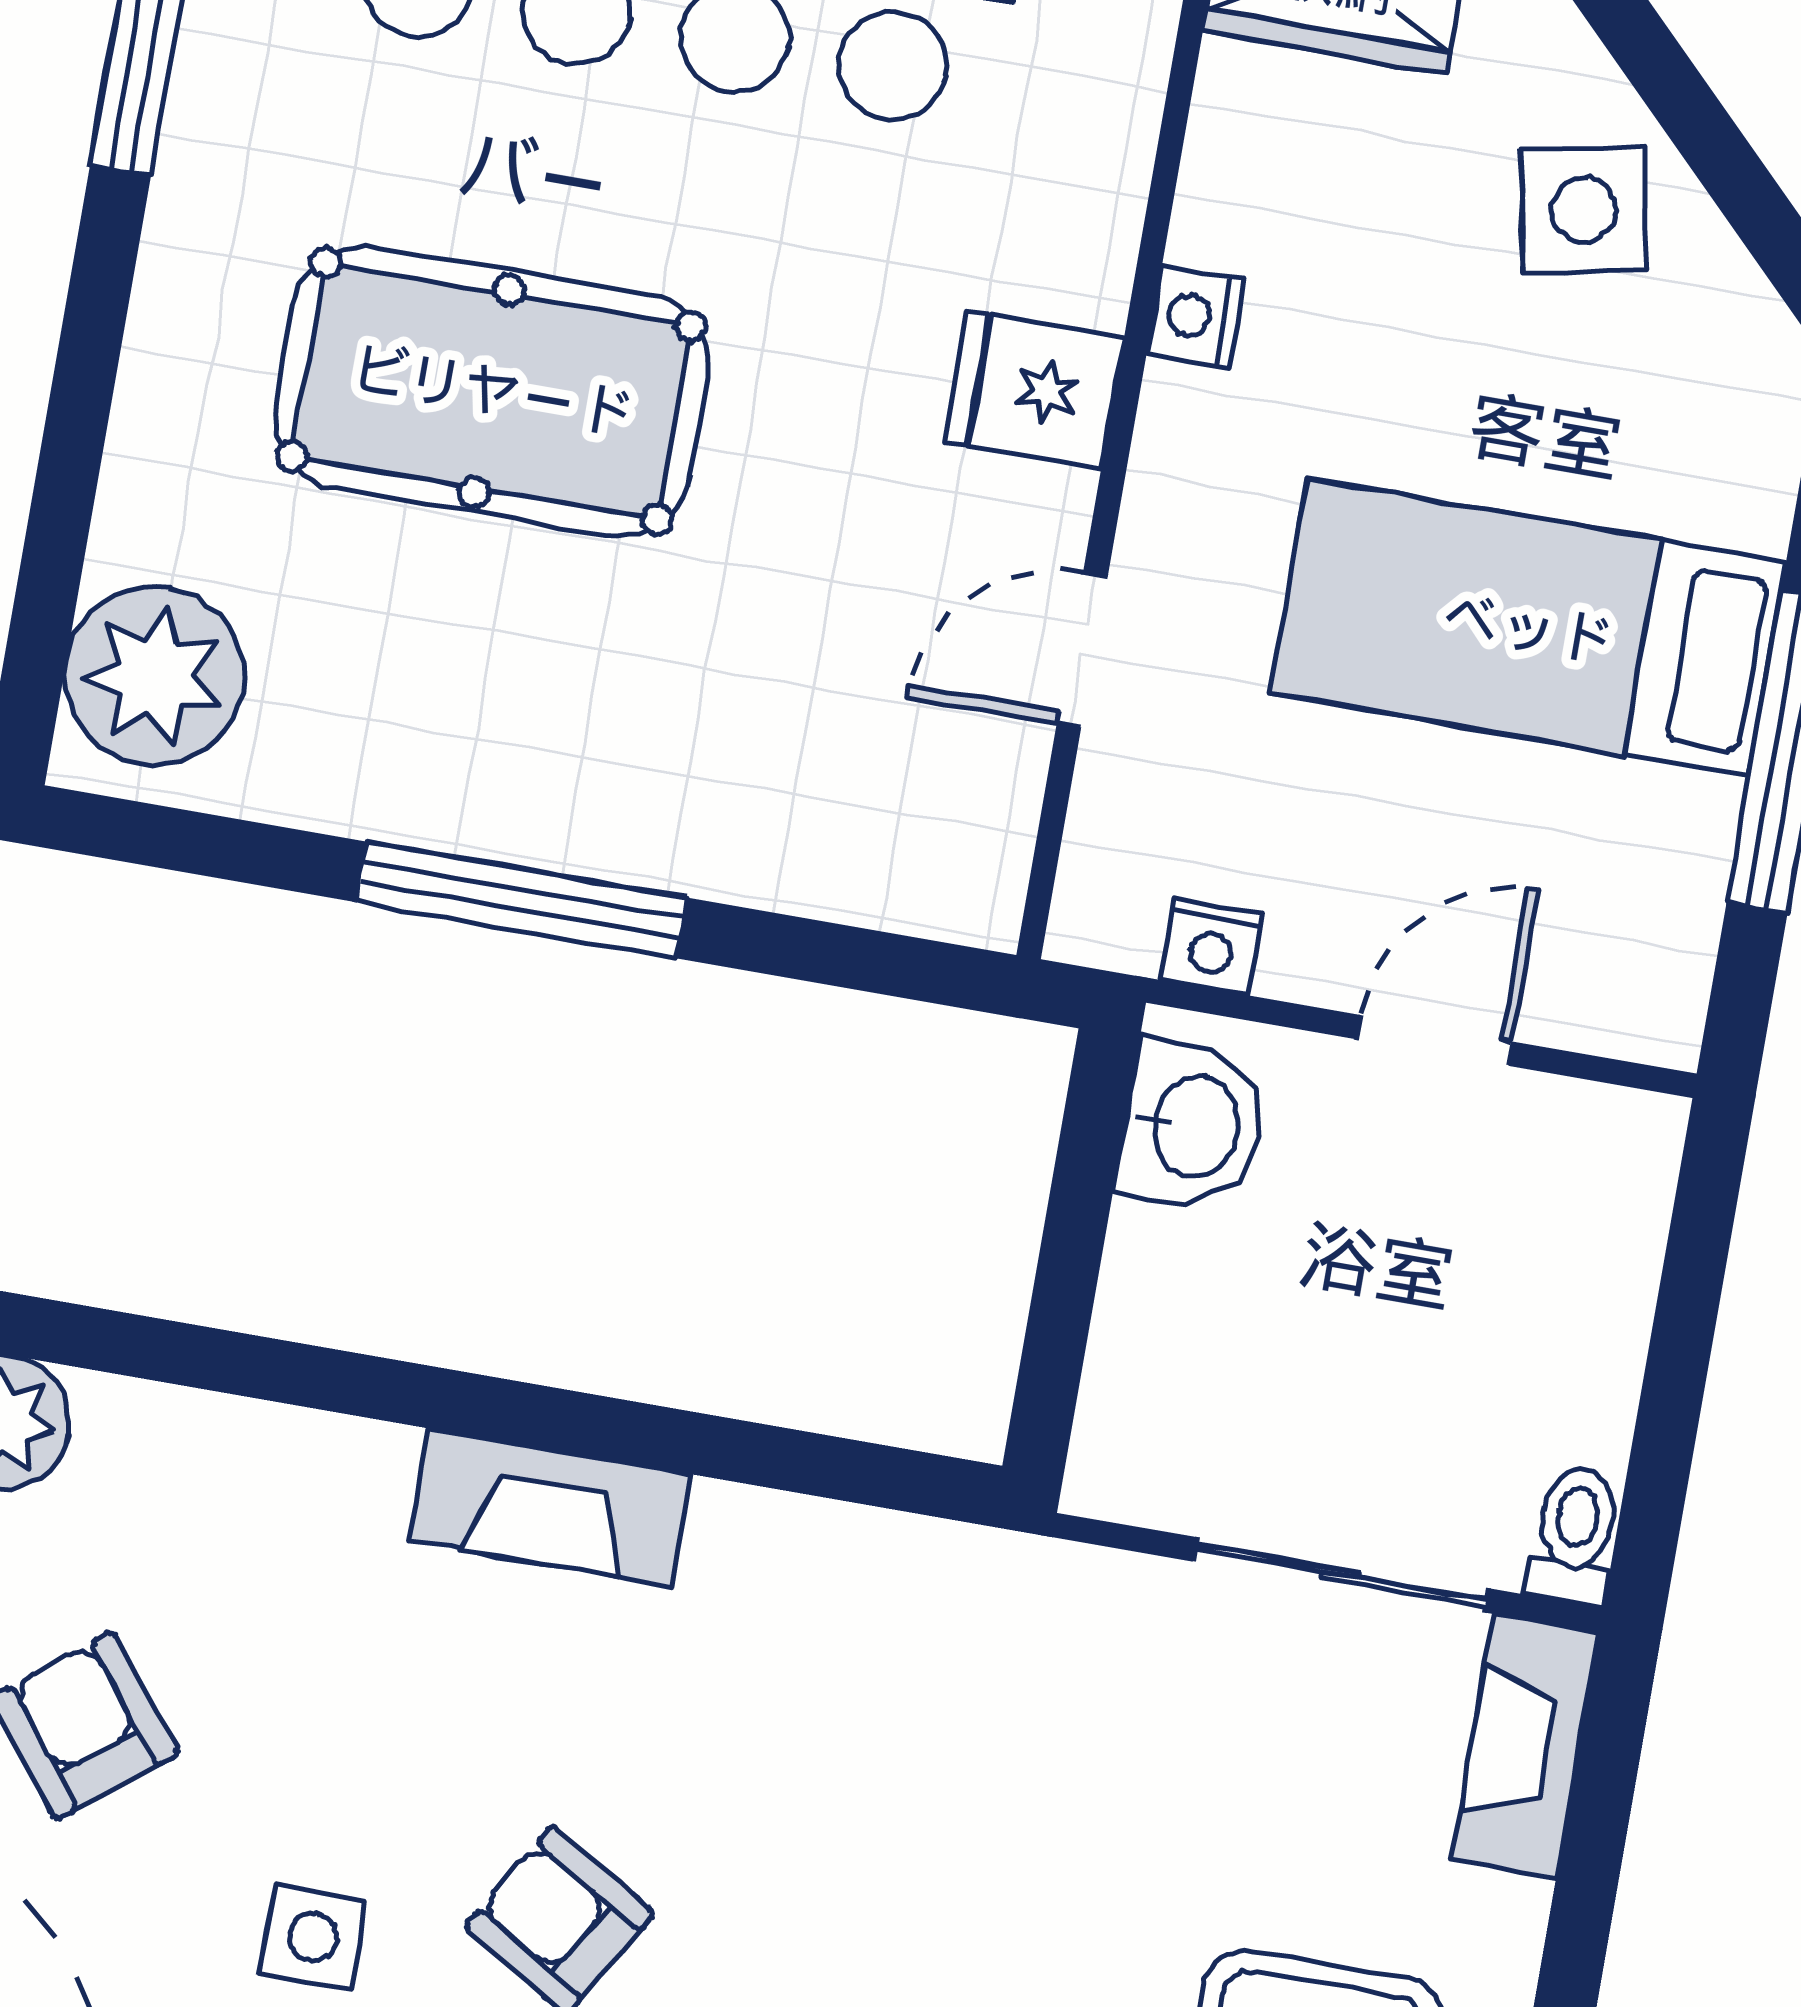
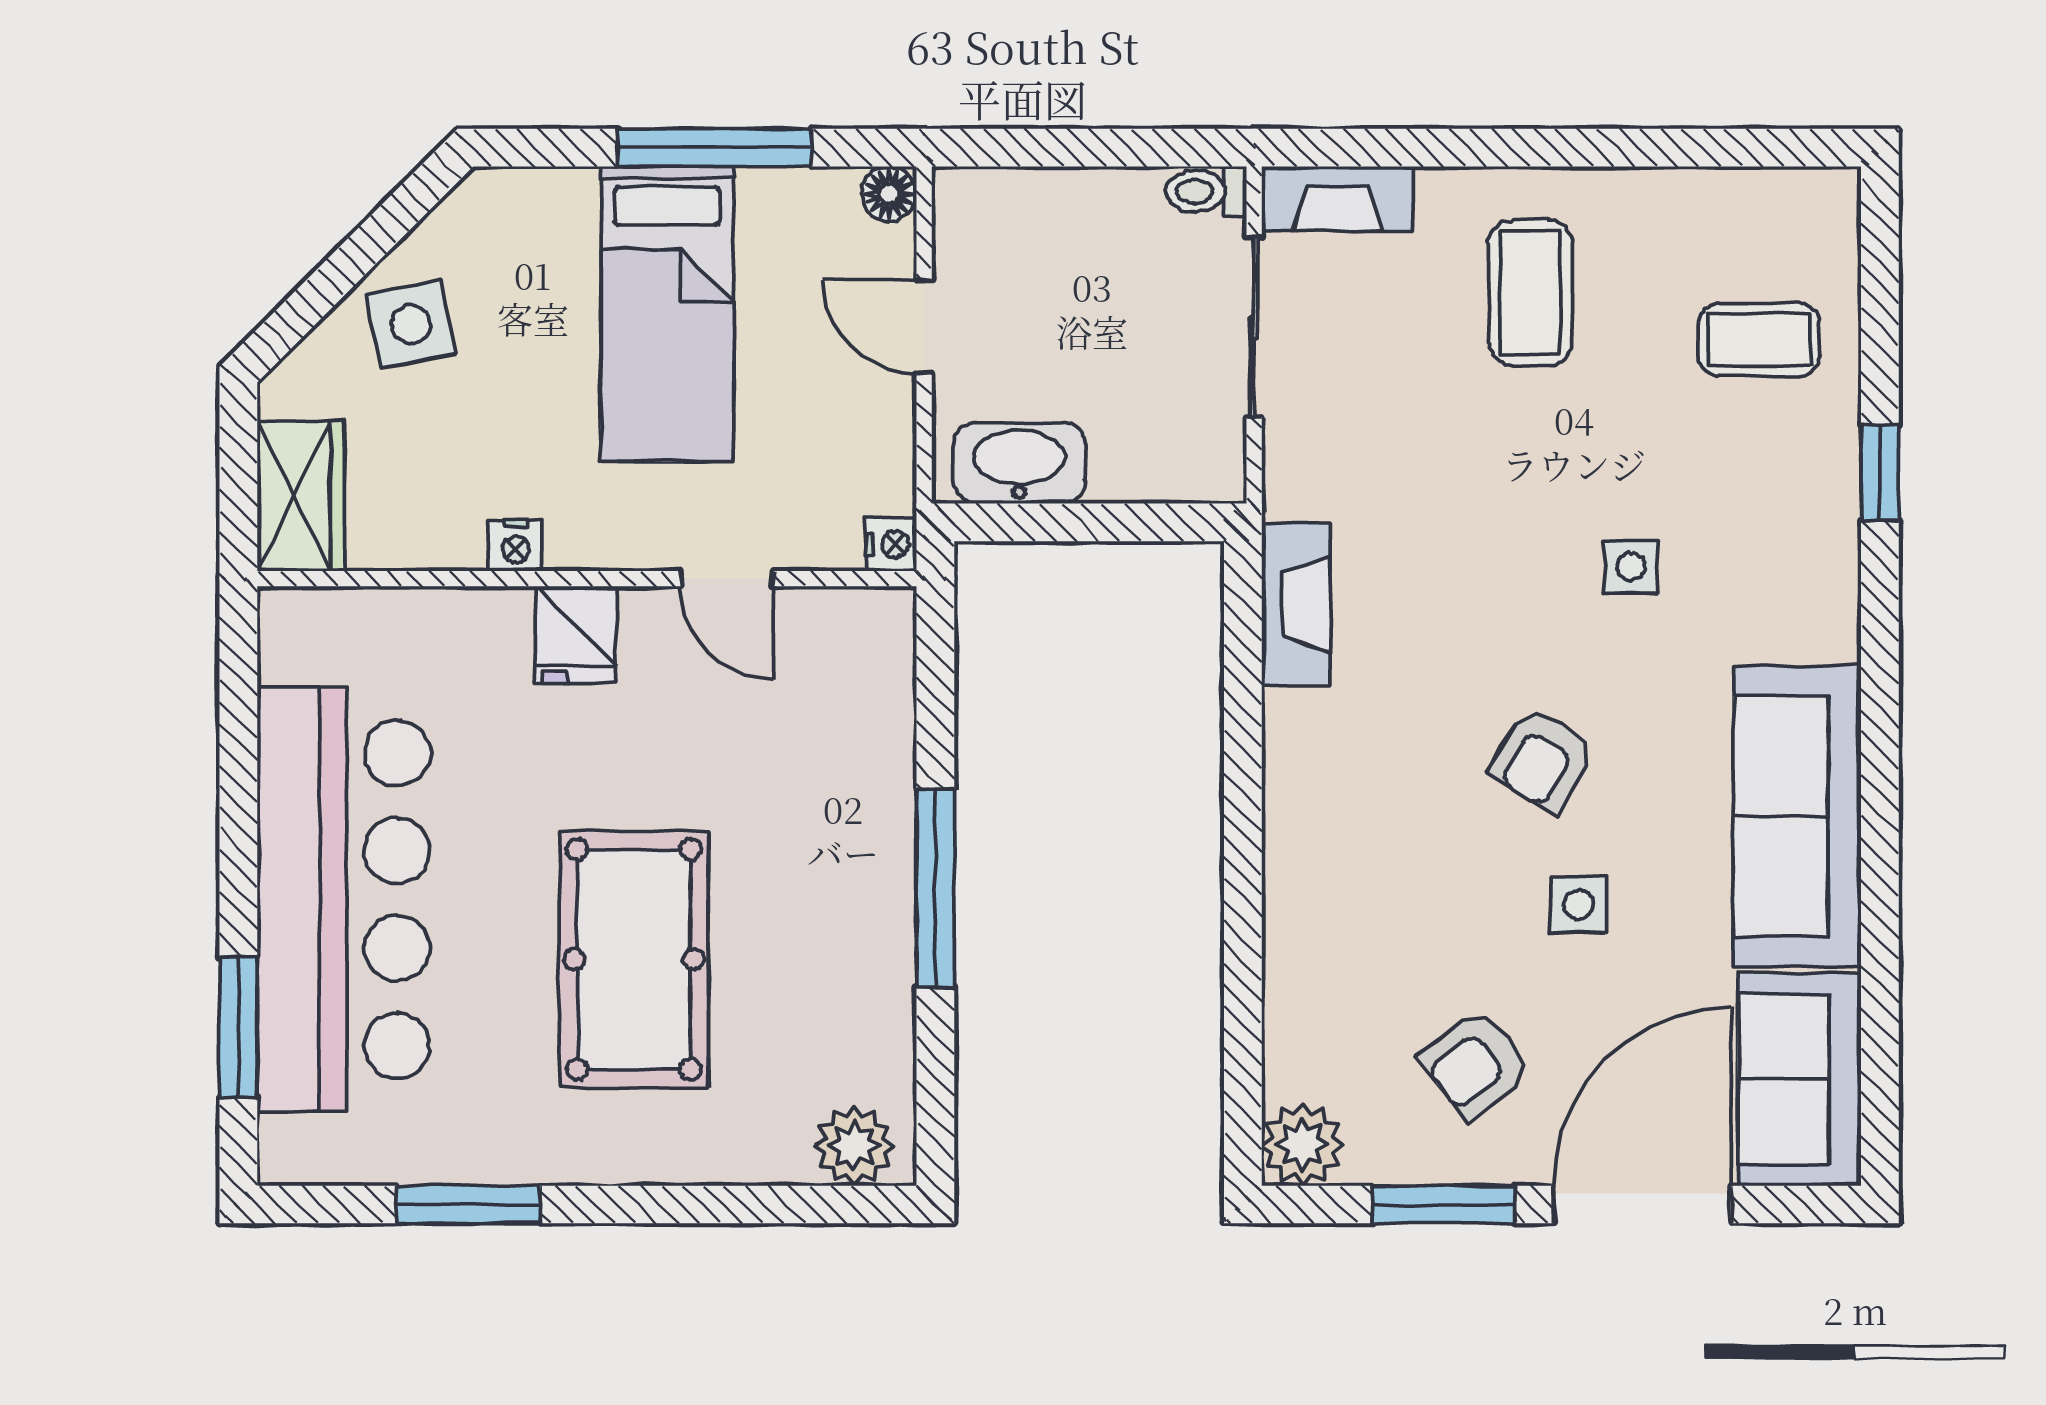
plant: (154, 676) -> (854, 1146), width x0.73, depth x0.73
nightstand: (1211, 947) -> (891, 544), moved
floor lamp: (1660, 1021) -> (889, 194), added
washbasin: (1192, 1126) -> (1019, 463), width x1.38
fireplace: (550, 1507) -> (1296, 604), moved

